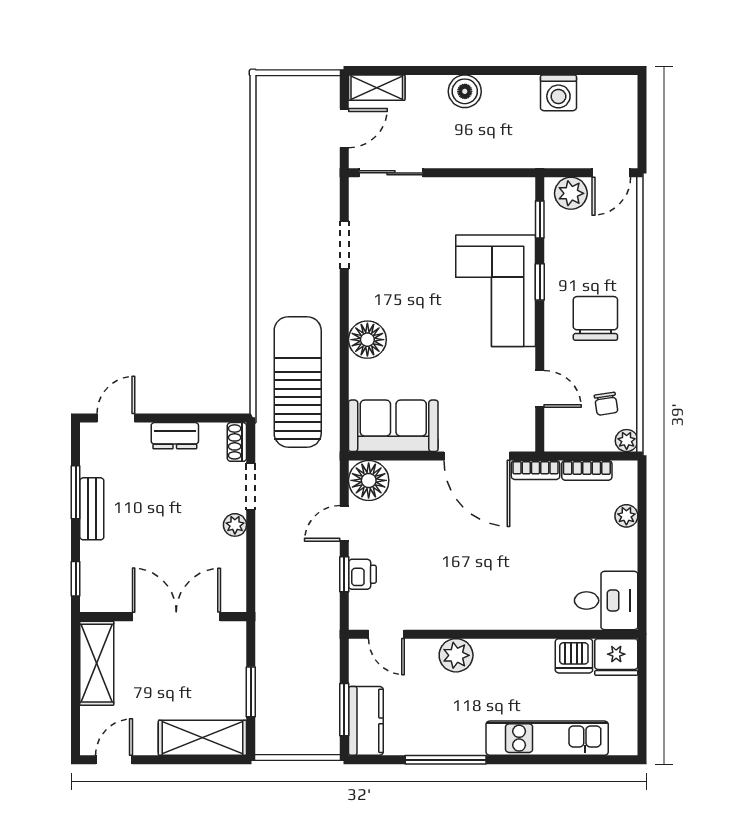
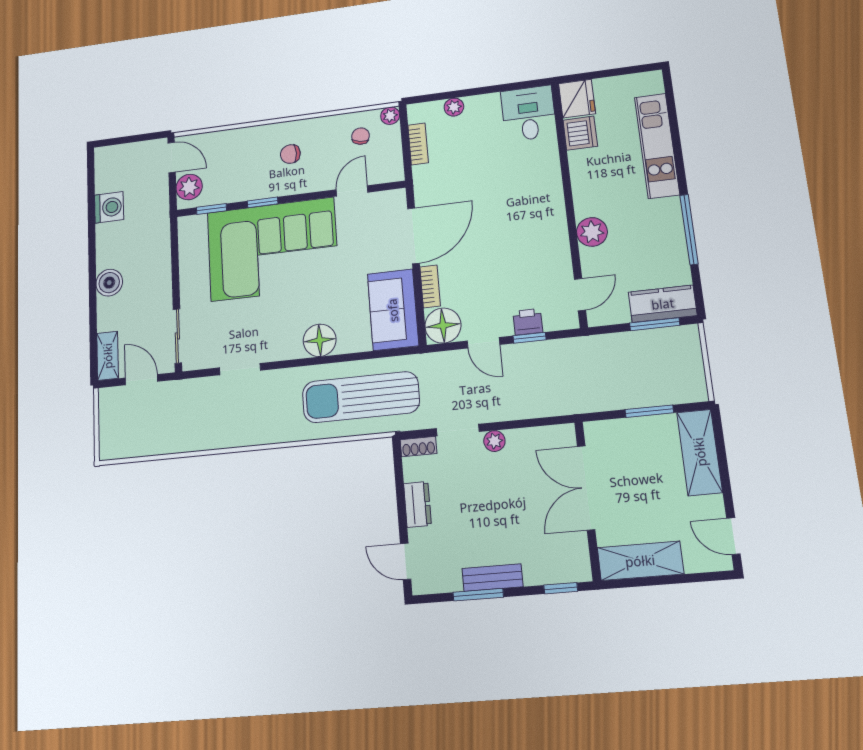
corner sofa: (496, 291) -> (272, 249), width x1.36, depth x1.36
chair: (595, 318) -> (290, 154), width x0.54, depth x0.54
chair: (606, 404) -> (361, 136), turned -71
bookcase: (536, 470) -> (430, 286), moved

